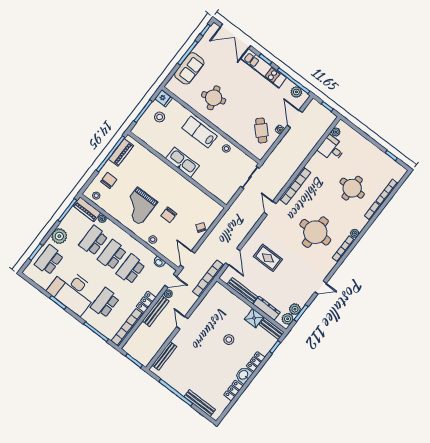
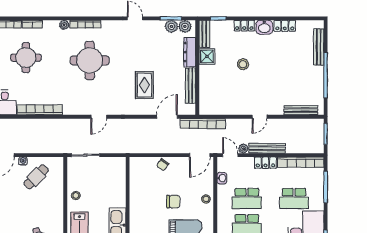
bookcase: (295, 186) -> (40, 110), moved

